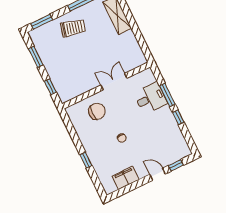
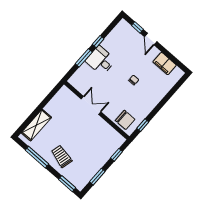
double door: (114, 82) -> (91, 105), swing flipped
desk: (151, 98) -> (101, 61), moved
chair: (97, 111) -> (125, 120), moved, turned 180
window: (86, 160) -> (143, 125), moved

